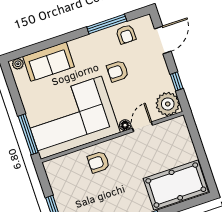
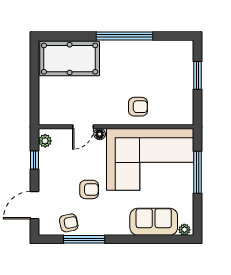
armchair: (126, 34) -> (69, 223), turned 78
plant: (168, 104) -> (45, 141), width x0.53, depth x0.53
window: (28, 134) -> (198, 172), moved

